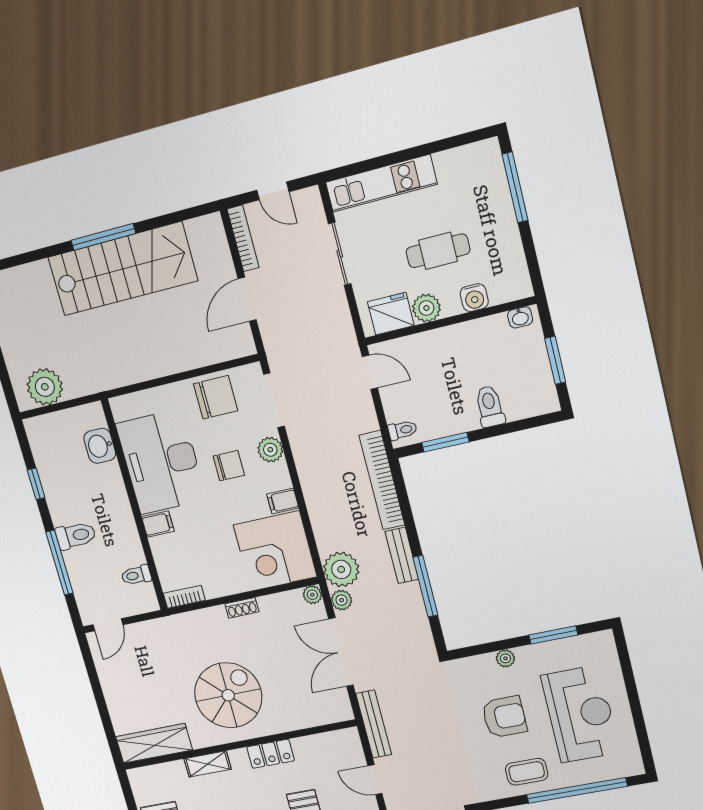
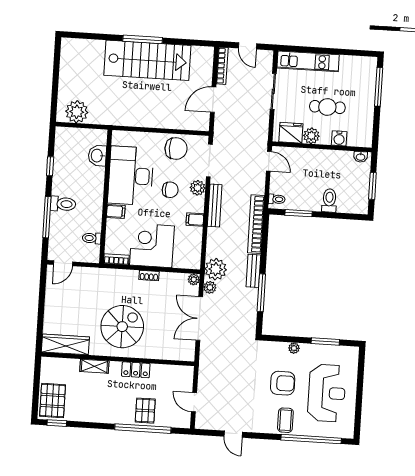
corner desk: (275, 551) -> (152, 245), moved, turned 90
bench: (374, 724) -> (215, 205), moved
coffee table: (527, 772) -> (285, 420), turned 90

